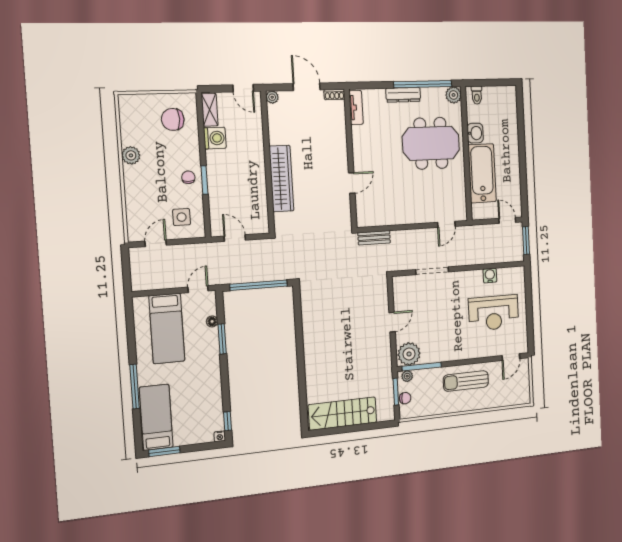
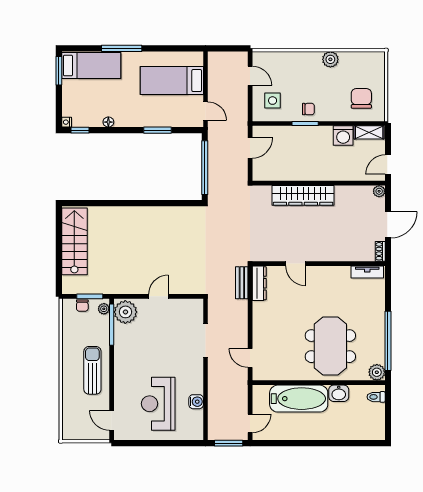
dresser: (403, 95) -> (259, 283), moved, turned 180
floor lamp: (212, 321) -> (108, 122), moved
door: (392, 322) -> (158, 296), swing flipped

